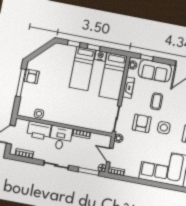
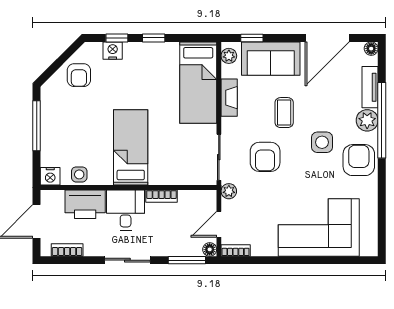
nightstand: (101, 56) -> (113, 51), moved
bed: (82, 69) -> (131, 147), moved, turned 180
armchair: (32, 77) -> (79, 75), moved
nightstand: (23, 112) -> (50, 176), added
armchair: (142, 123) -> (265, 157), turned 180
side table: (164, 128) -> (322, 142), moved
door: (110, 155) -> (219, 224), hinge flipped

